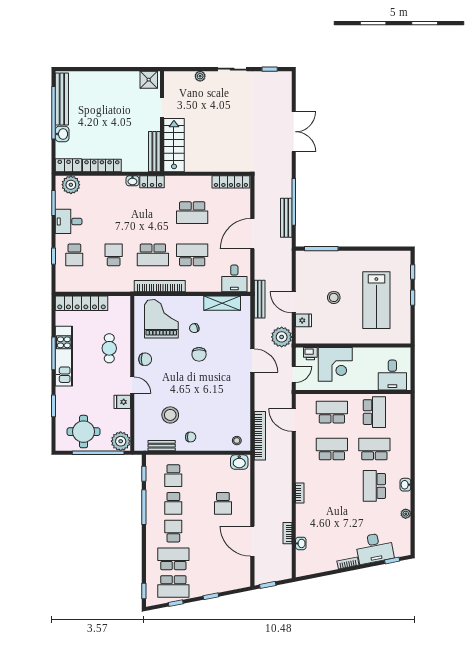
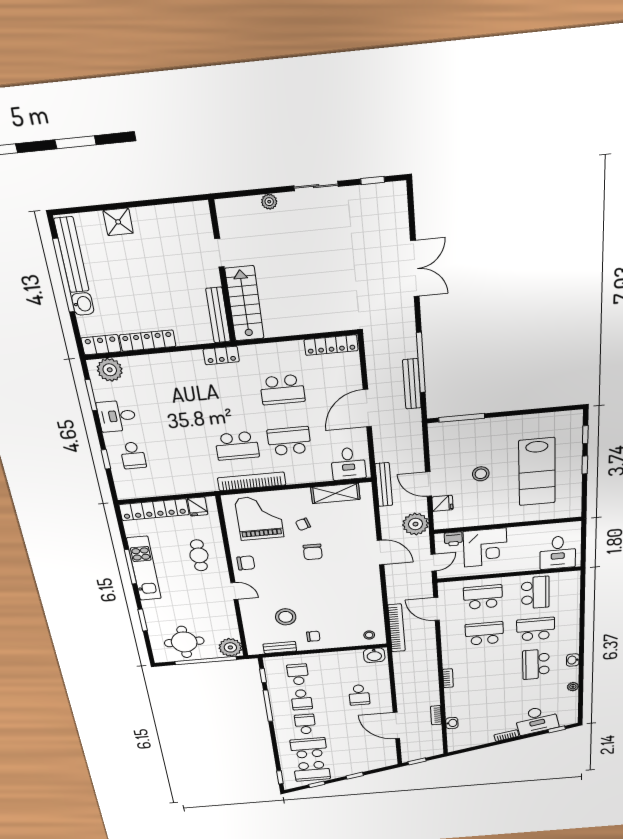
shower: (149, 80) -> (118, 222), moved
washbasin: (132, 181) -> (194, 357), removed
school desk: (114, 255) -> (185, 451), removed
fridge: (122, 402) -> (198, 507), moved, turned -90
school desk: (173, 476) -> (298, 674), turned 180

